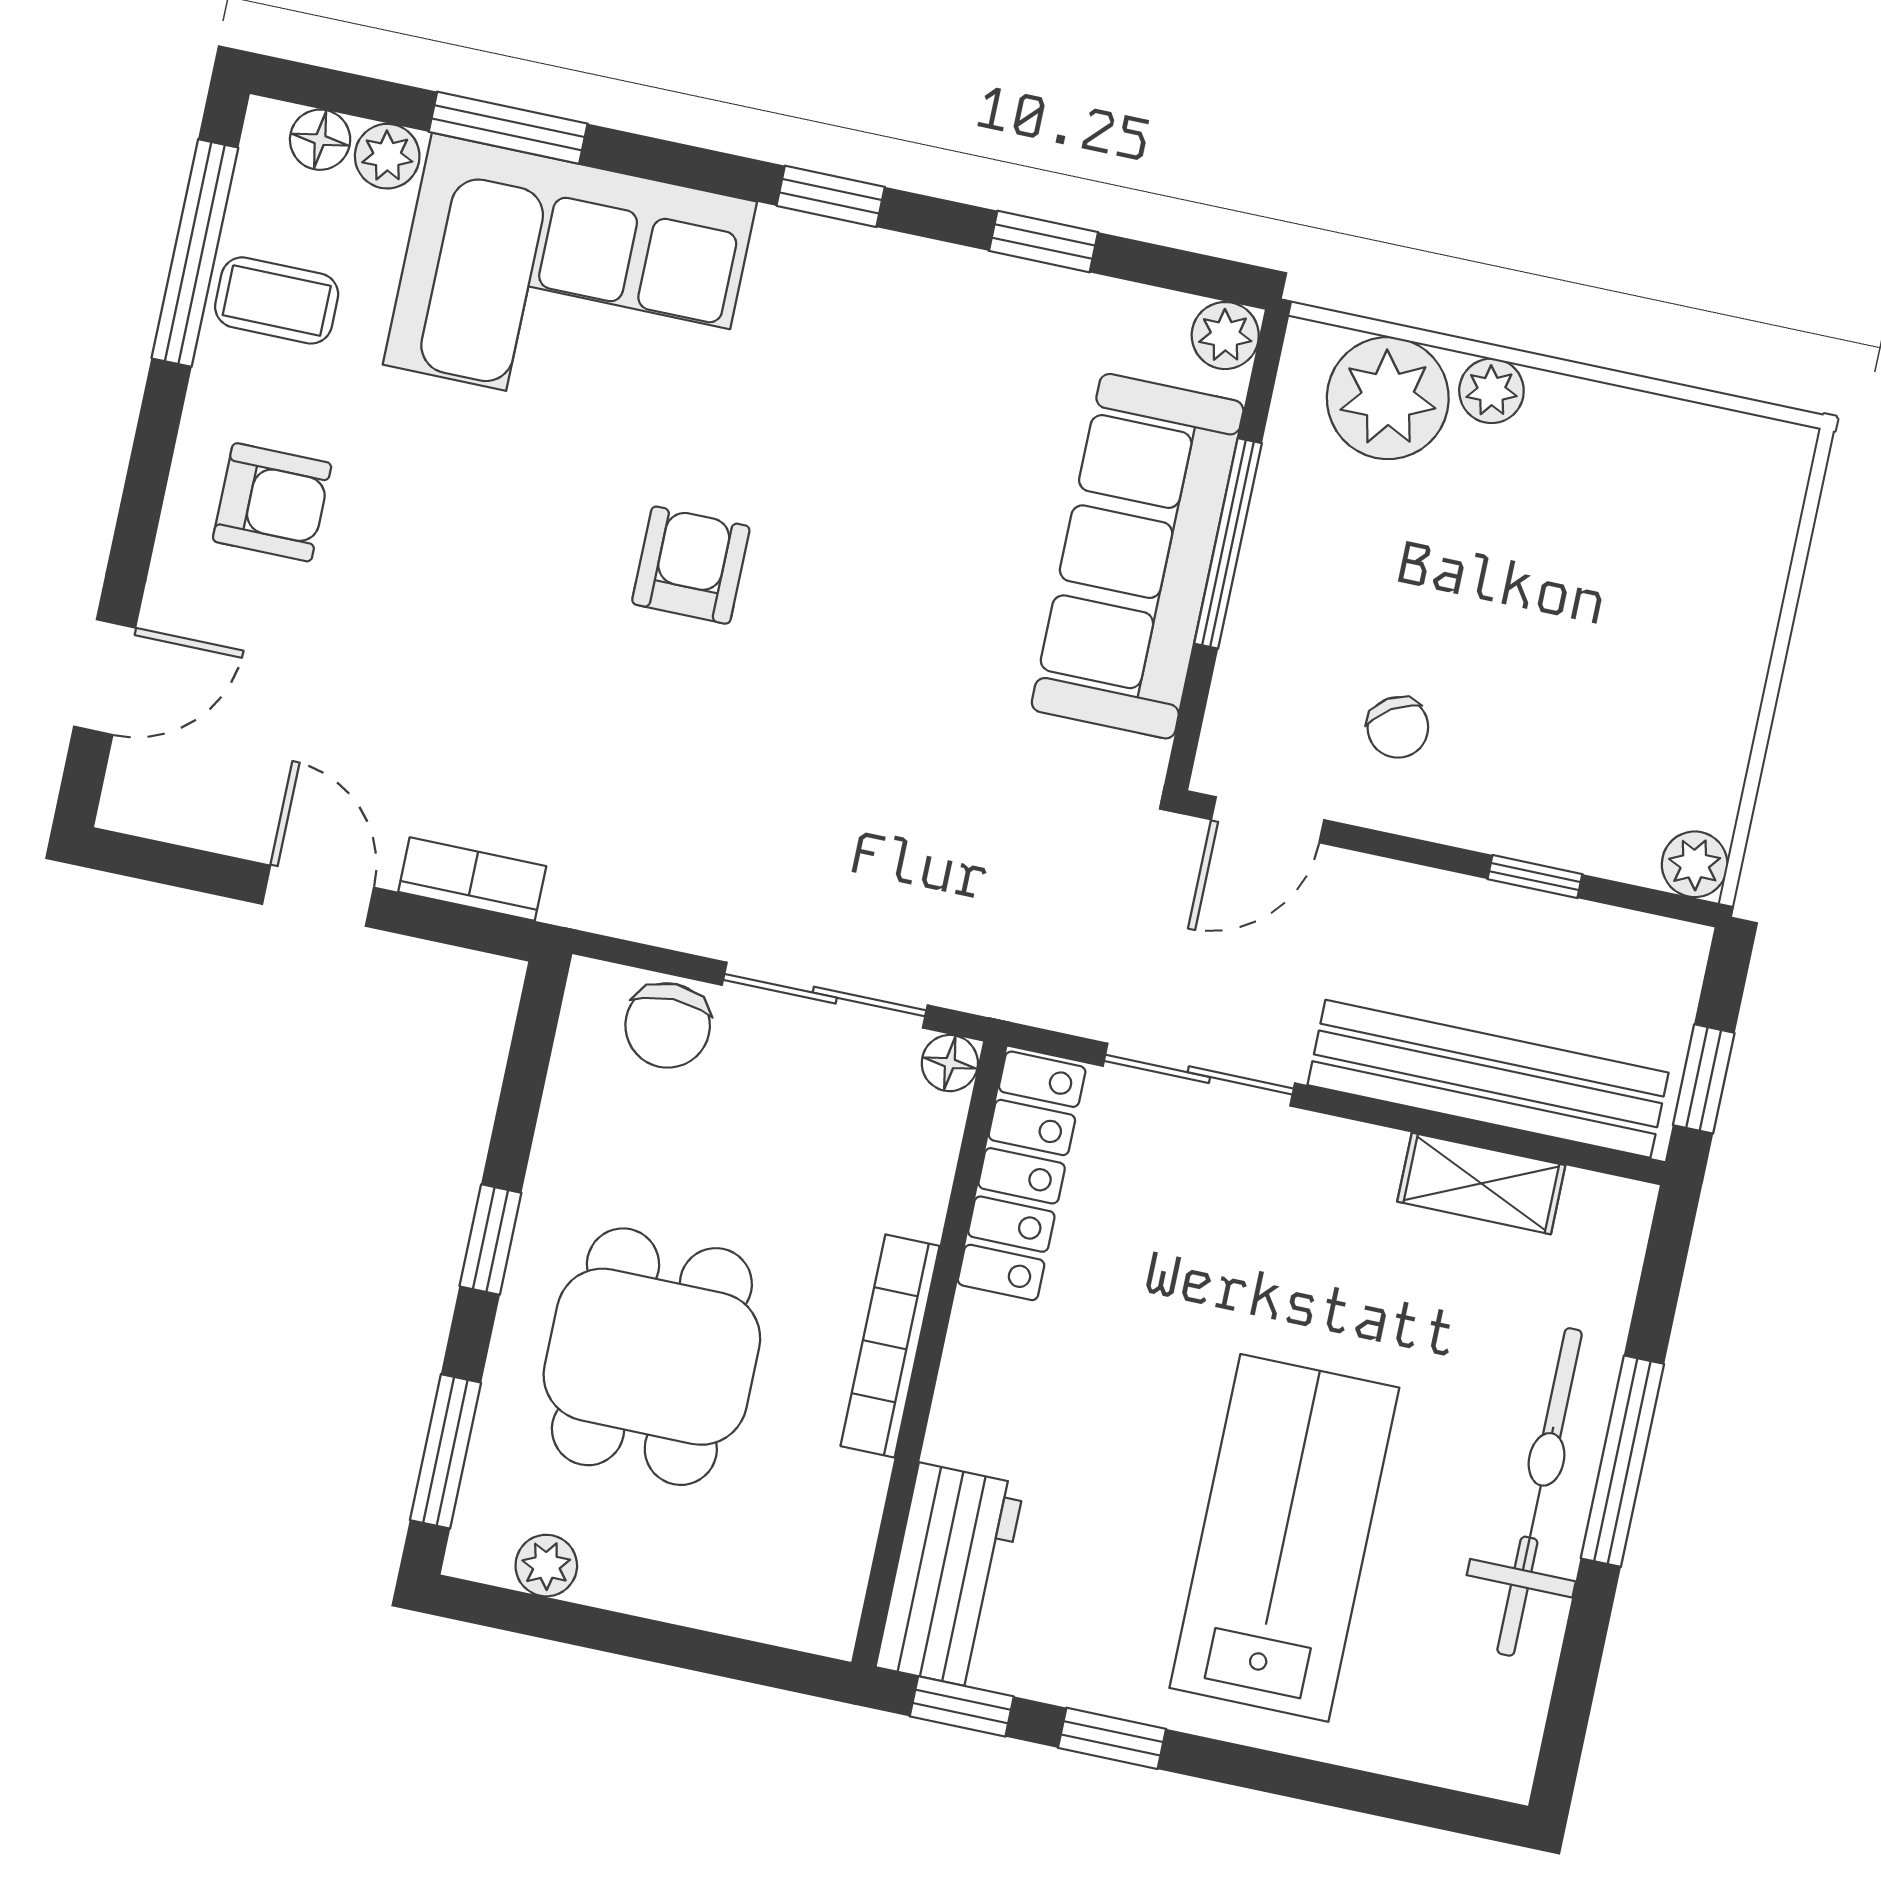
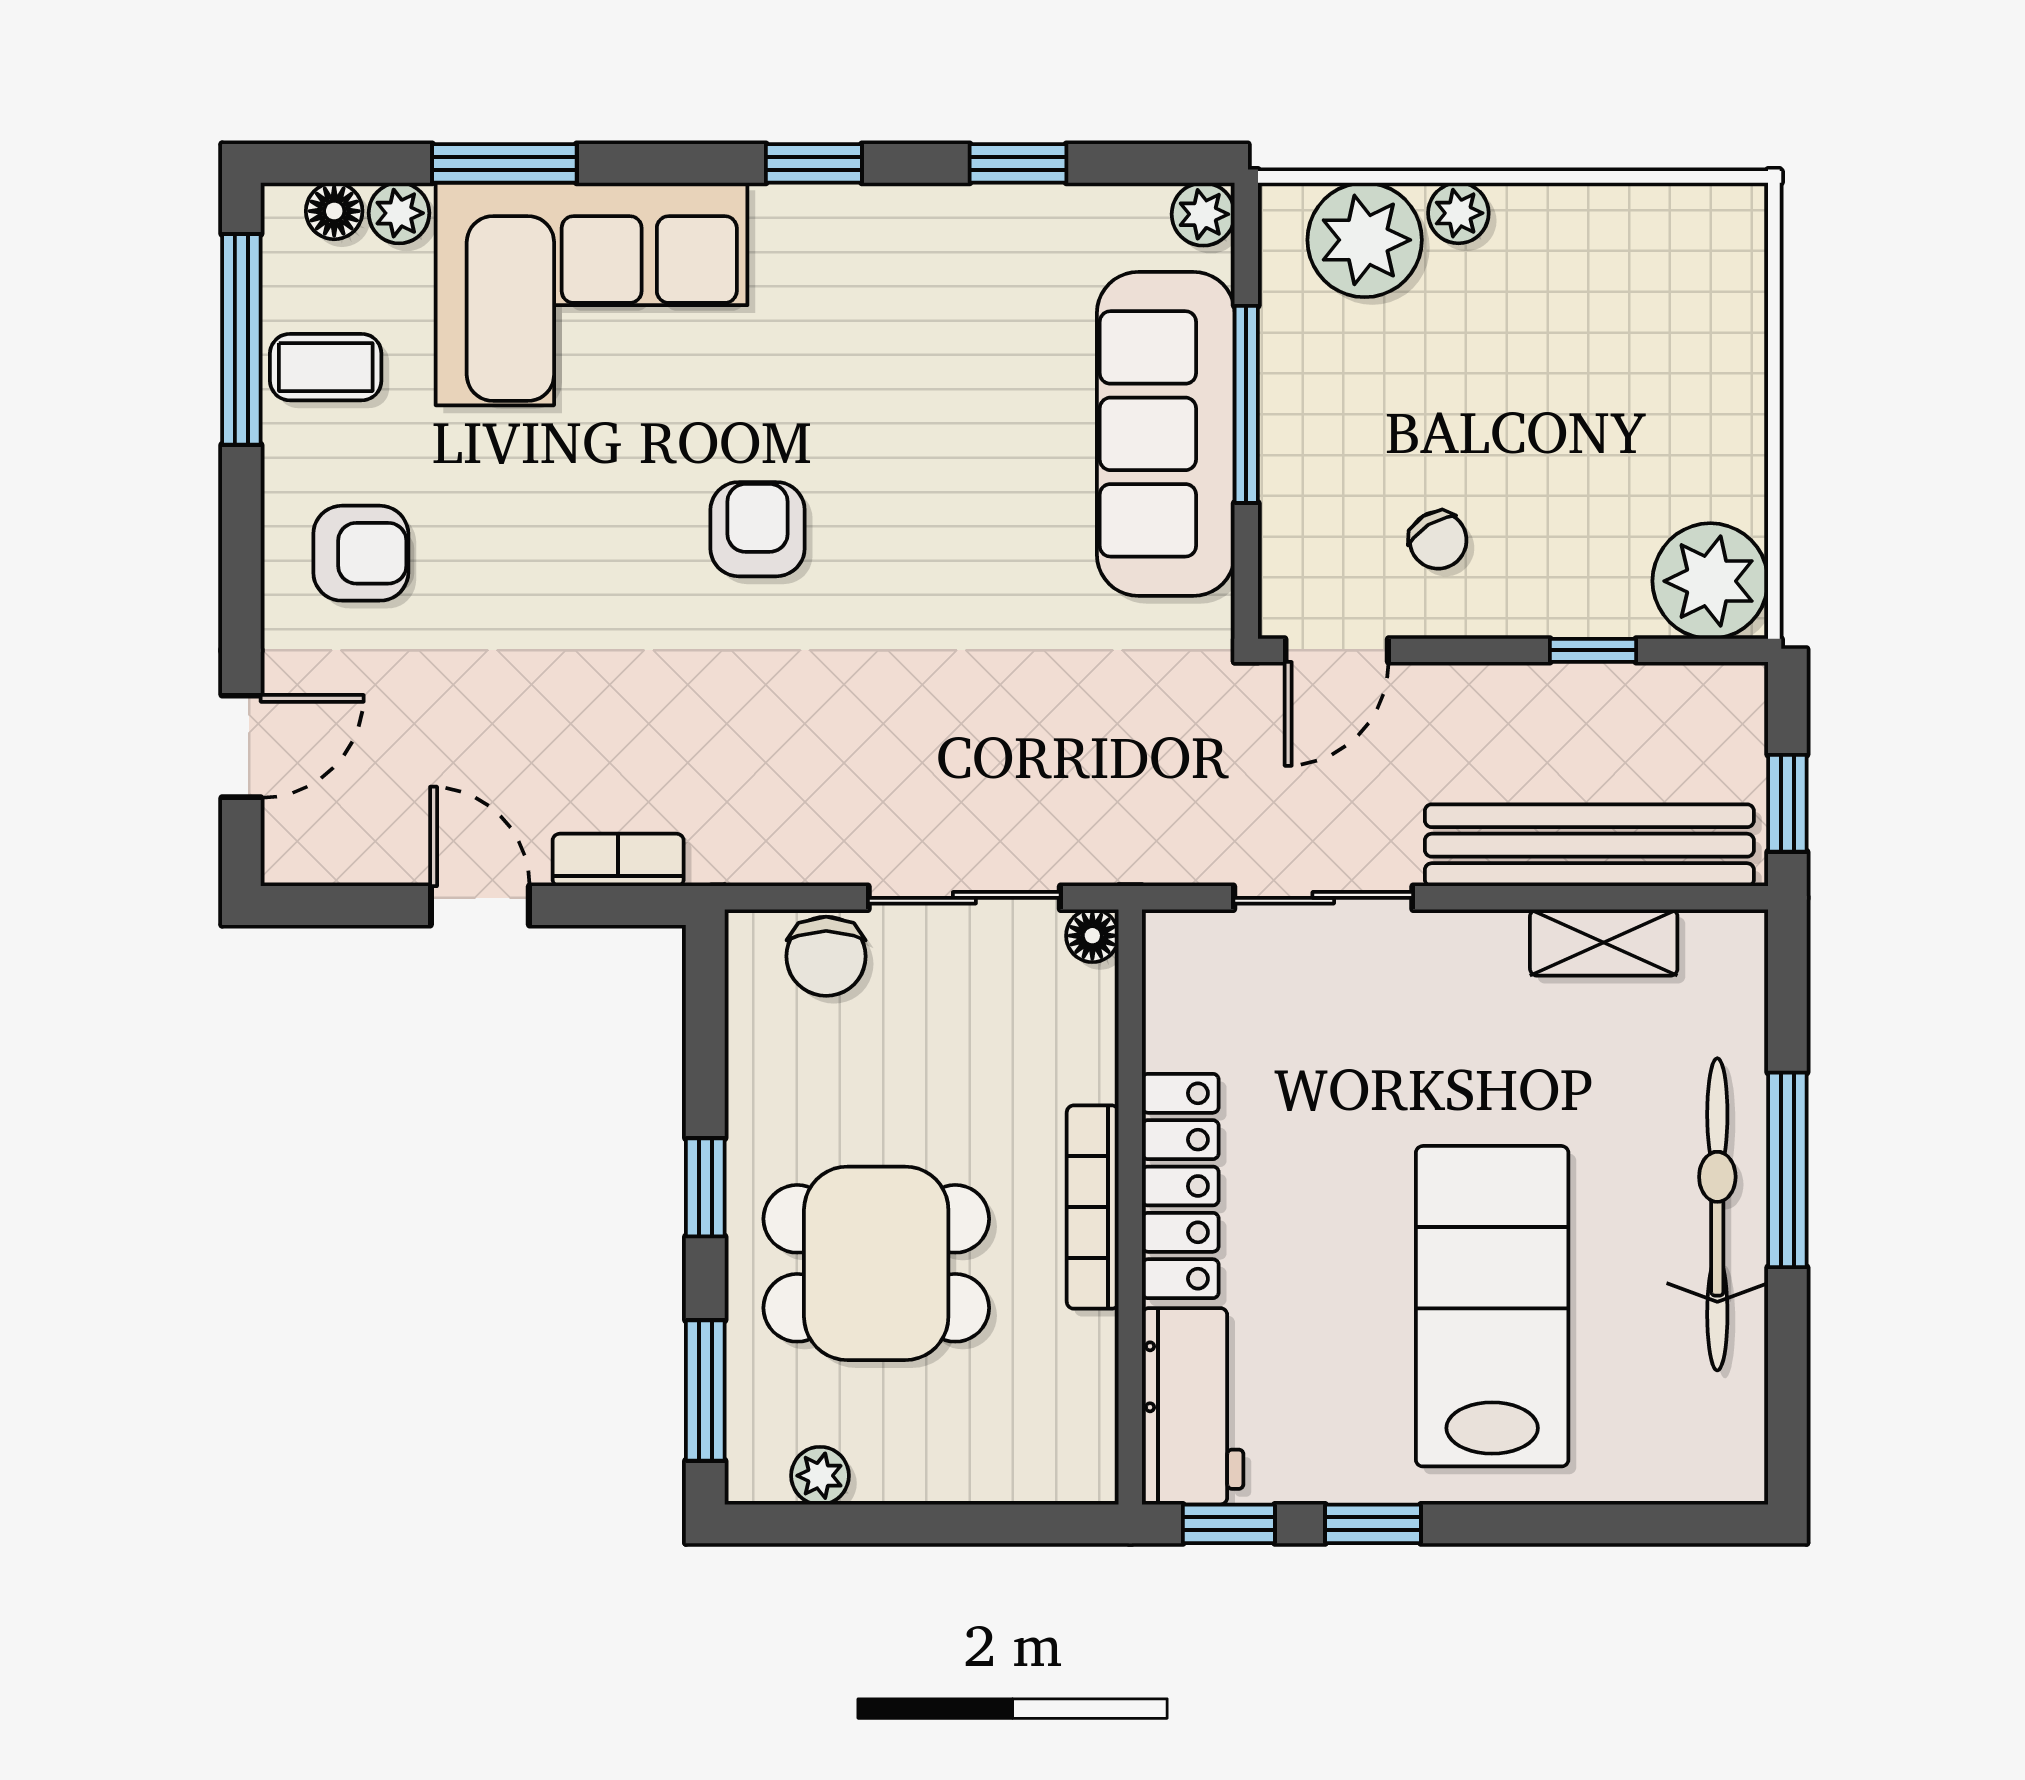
plant: (1695, 864) -> (1710, 581), width x1.88, depth x1.88
locker: (1022, 1176) -> (1180, 1186), moved
dining table: (652, 1357) -> (876, 1263), turned 90

